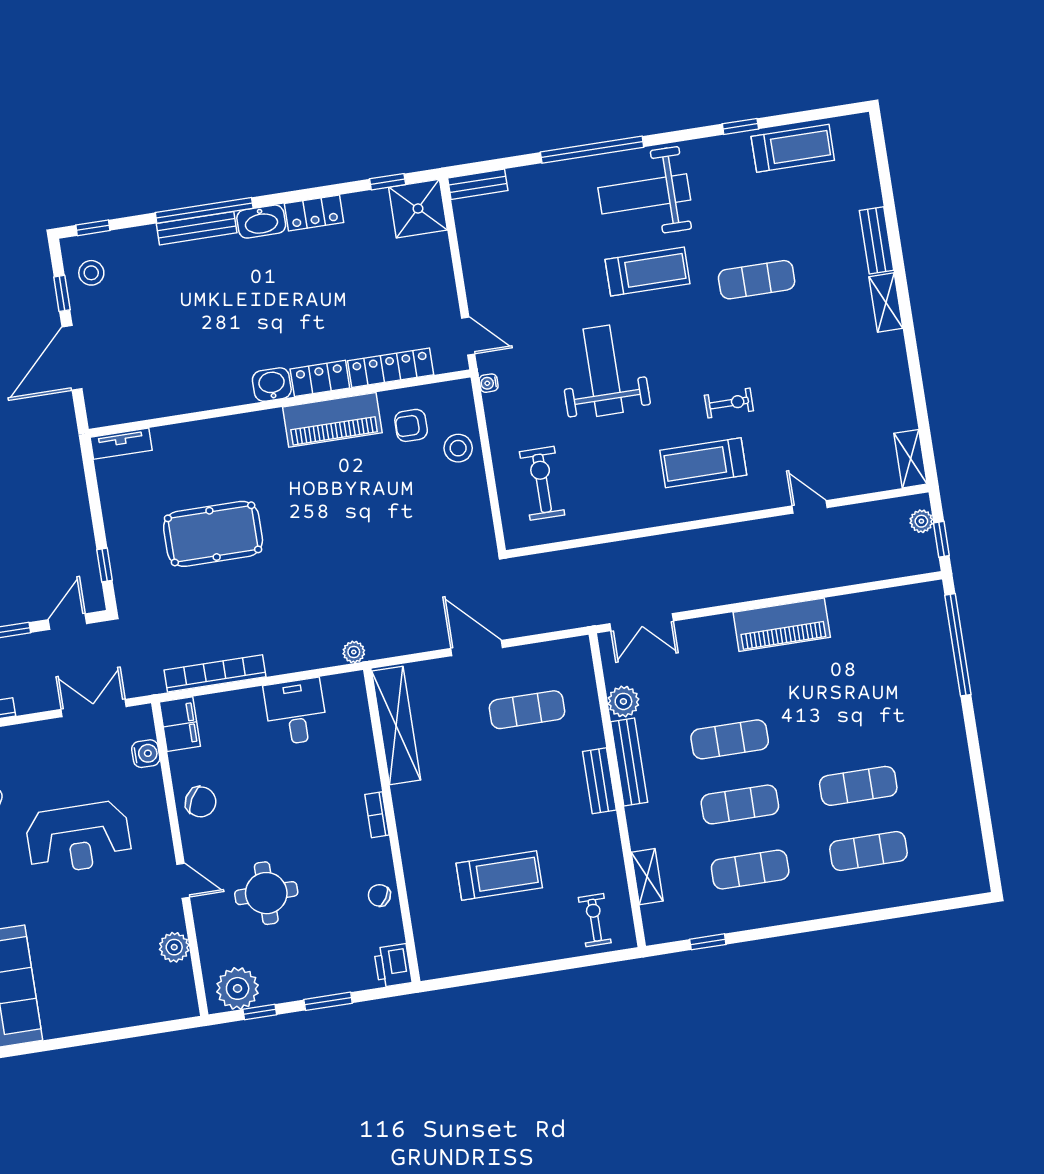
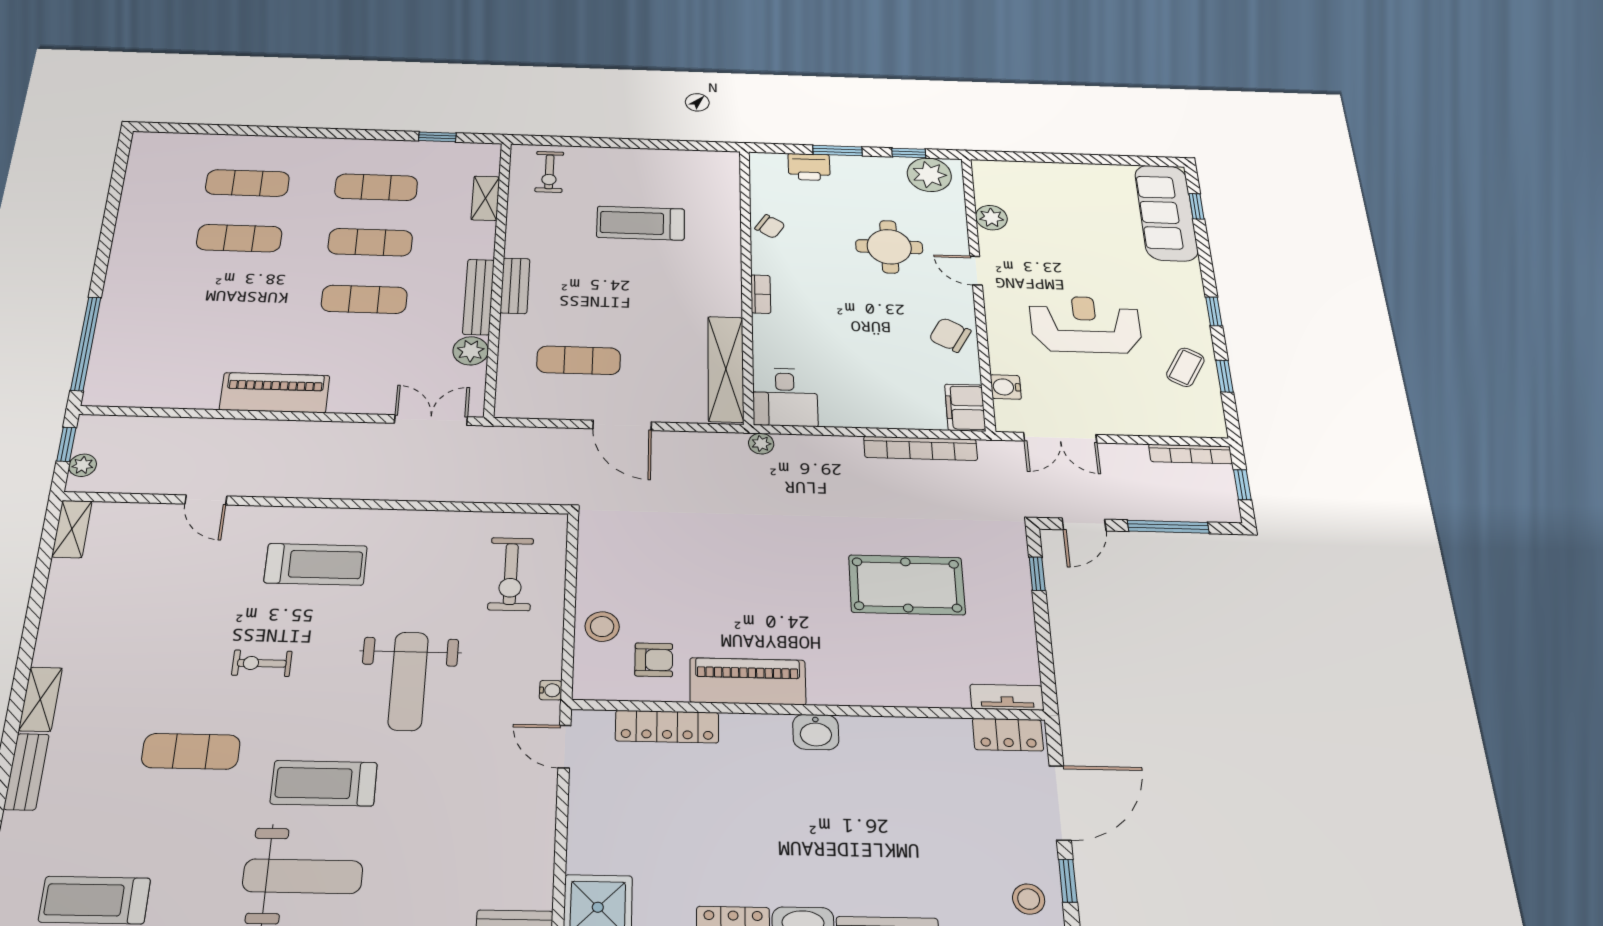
locker: (320, 378) -> (1008, 735), moved
exercise bike: (729, 403) -> (262, 663), moved
desk: (296, 712) -> (785, 397), moved
printer: (393, 965) -> (809, 167), moved, turned 90

